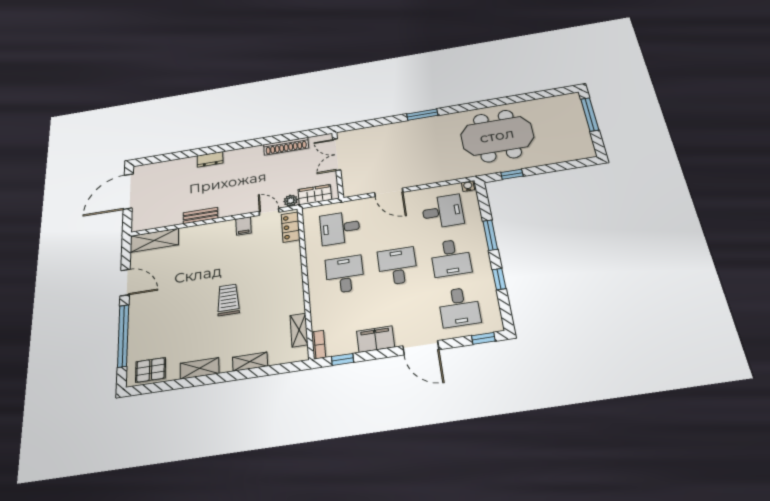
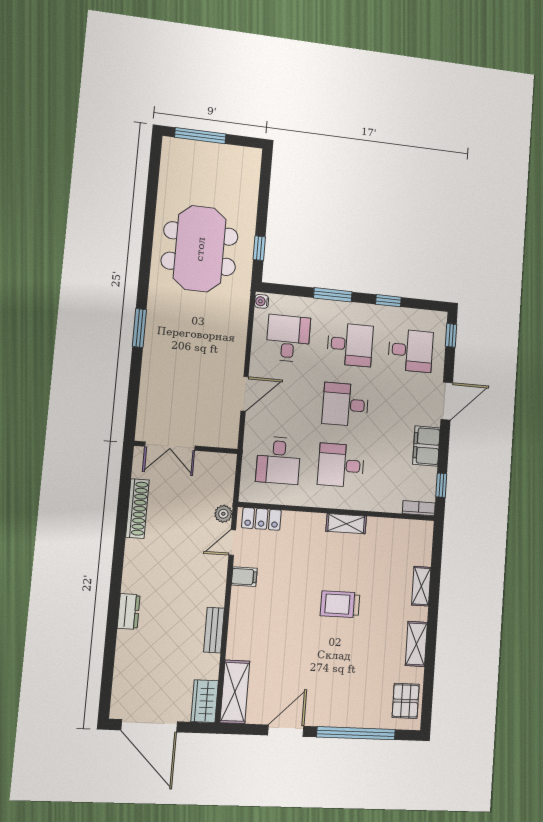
wardrobe: (315, 195) -> (205, 701), moved
shelving: (299, 330) -> (346, 524), moved

